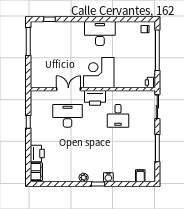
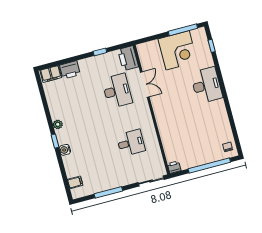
desk: (100, 33) -> (206, 85), moved
corner desk: (99, 73) -> (178, 50), moved, turned 90
printer: (95, 98) -> (128, 58), moved
desk: (118, 116) -> (131, 143), turned 180

